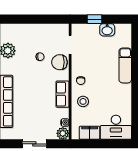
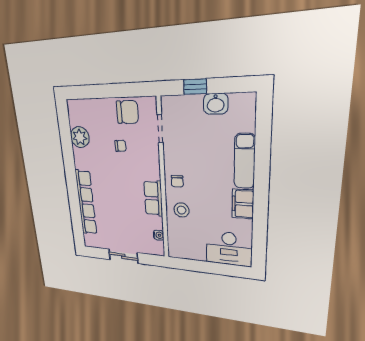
chair: (59, 62) -> (127, 112), moved, turned 180
plant: (63, 133) -> (157, 248), removed
filing cabinet: (90, 133) -> (243, 204), moved, turned -90

